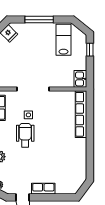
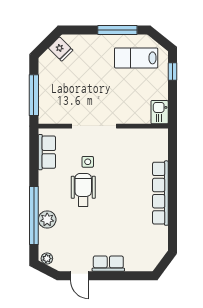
window: (39, 20) -> (117, 30), moved
lab bench: (63, 40) -> (136, 58), turned -90
row of seats: (81, 114) -> (160, 193), moved

